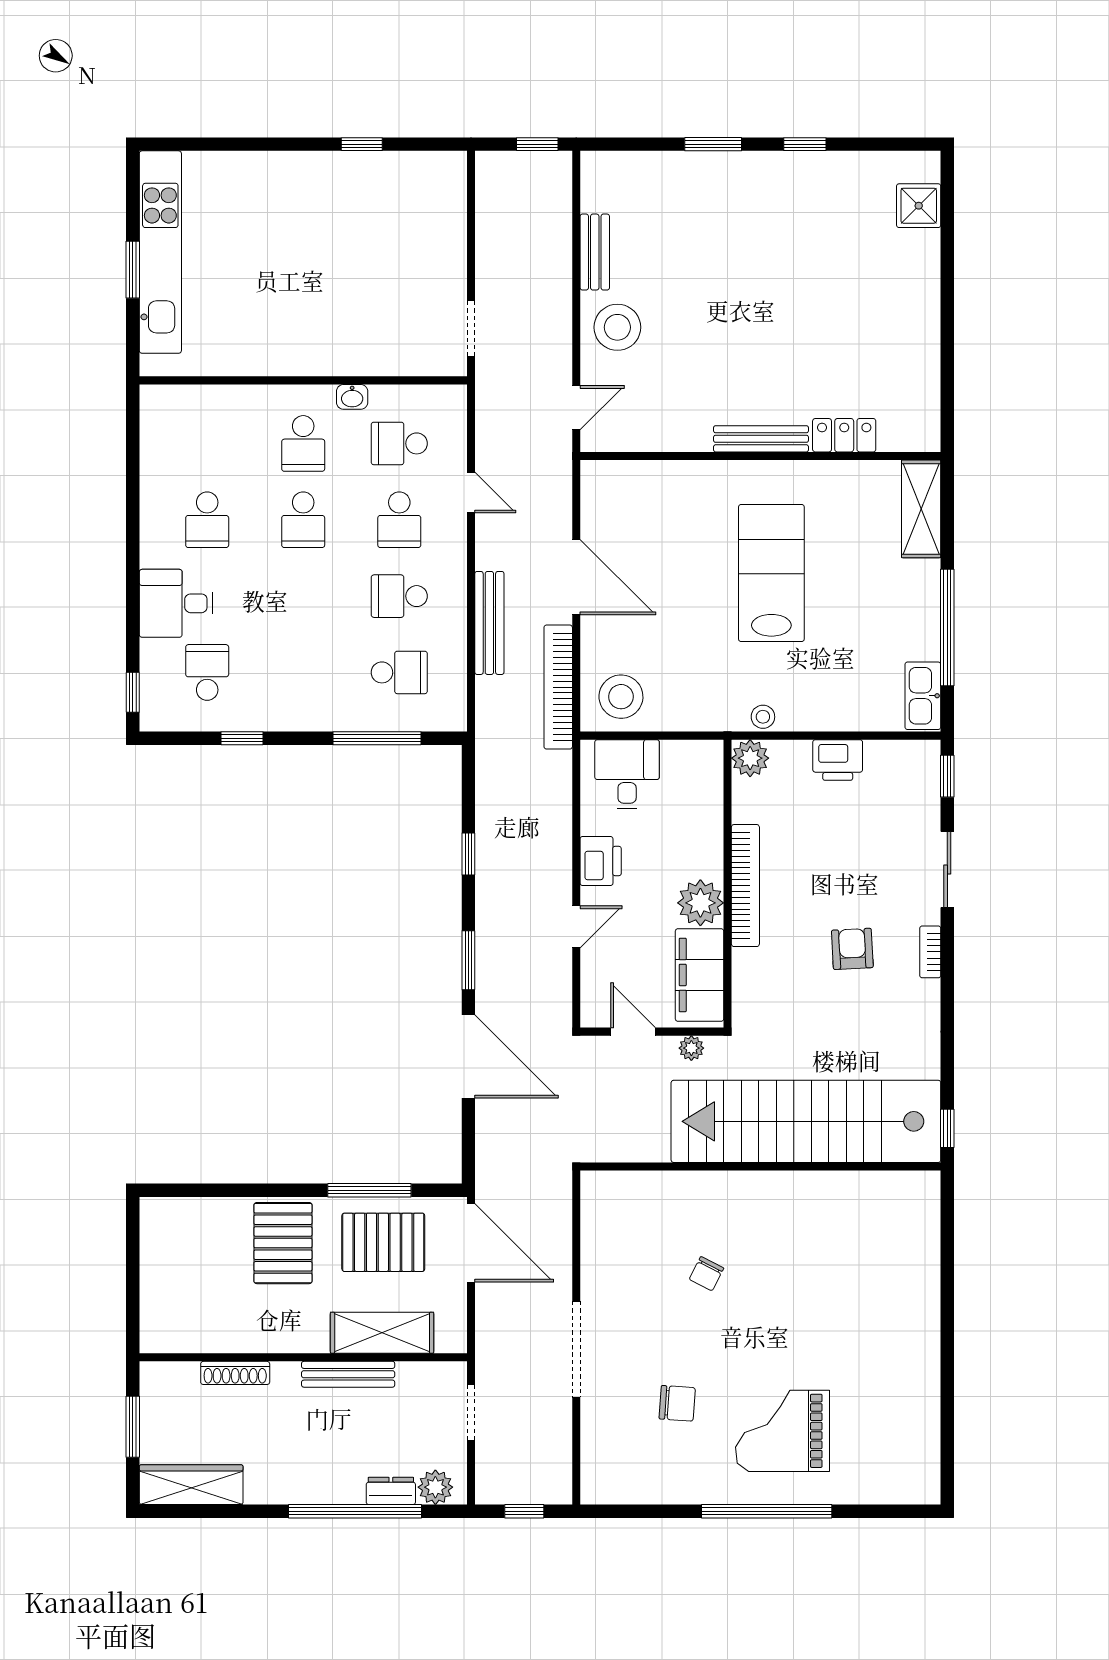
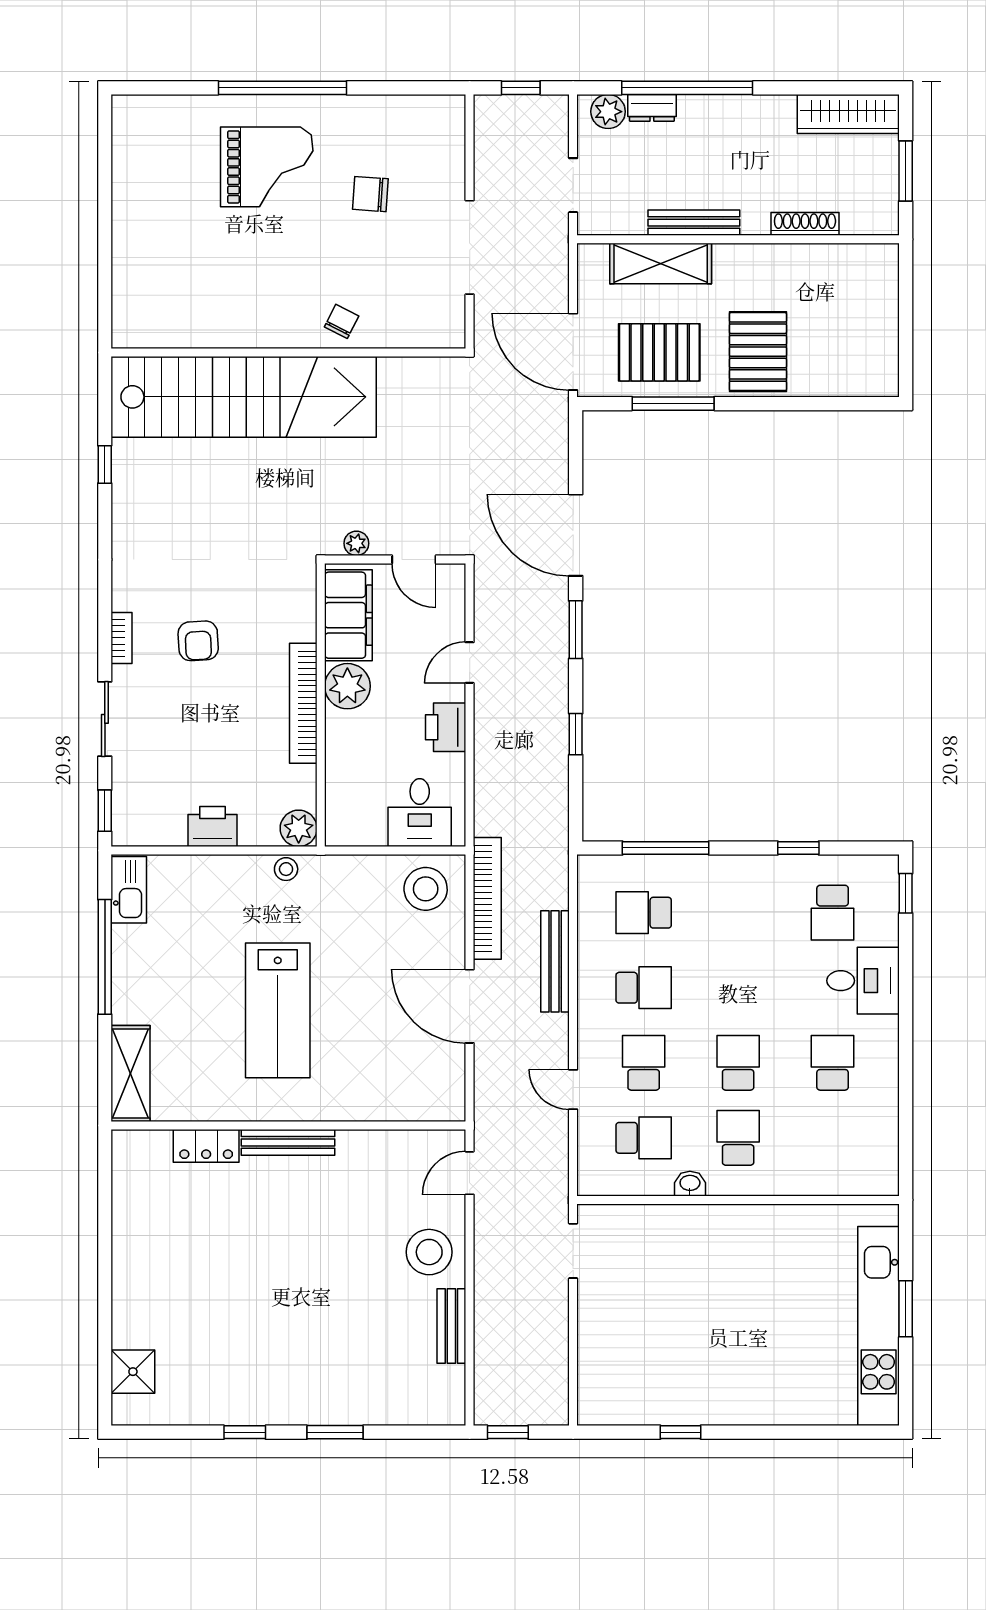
stairs: (806, 1121) -> (244, 397), moved
wall: (760, 1167) -> (288, 352), moved

